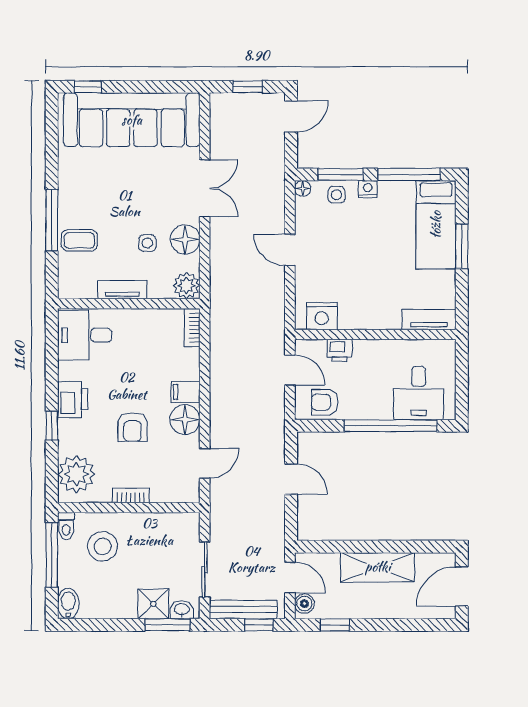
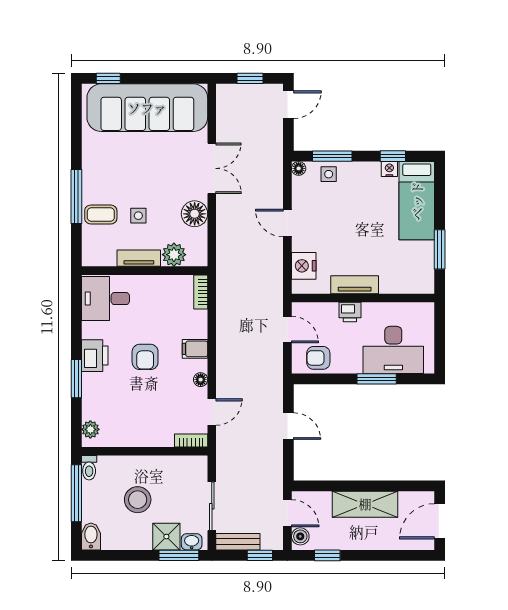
window: (409, 175) -> (393, 156), width x0.46
nightstand: (368, 189) -> (389, 169), moved
side table: (147, 243) -> (138, 216), moved
window: (462, 246) -> (440, 249), moved
plant: (186, 286) -> (174, 255), moved
nightstand: (322, 316) -> (304, 266), moved, turned 90
tv unit: (429, 320) -> (355, 285), moved
printer: (340, 350) -> (350, 312), moved
desk: (419, 393) -> (393, 350), width x1.37
floor lamp: (185, 420) -> (201, 380), width x0.53, depth x0.53
window: (52, 426) -> (76, 379), width x1.50
window: (391, 426) -> (377, 379), width x0.47
armchair: (133, 427) -> (145, 357), moved
plant: (76, 474) -> (90, 429), width x0.53, depth x0.53
bookcase: (131, 495) -> (191, 441), moved
stool: (103, 546) -> (138, 500), moved
bench: (243, 609) -> (238, 542), width x0.73

